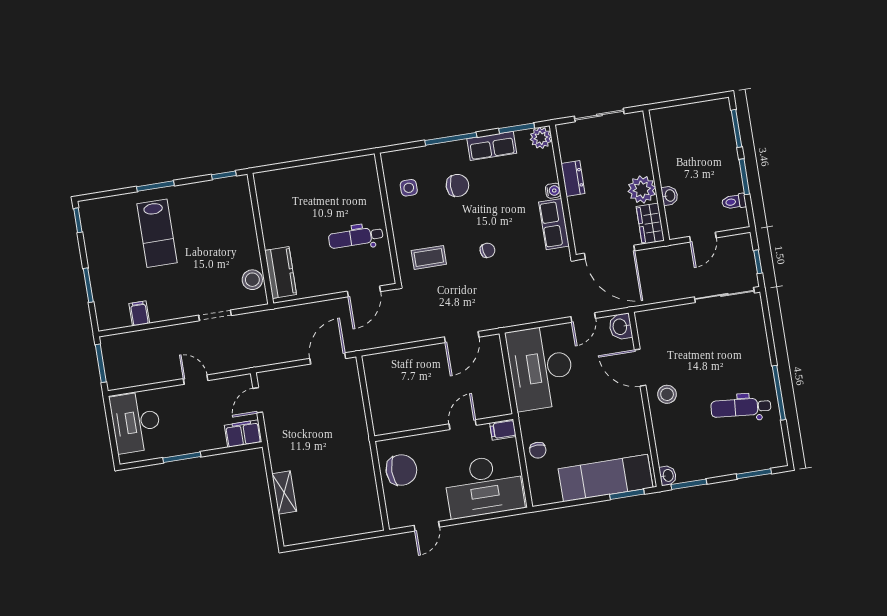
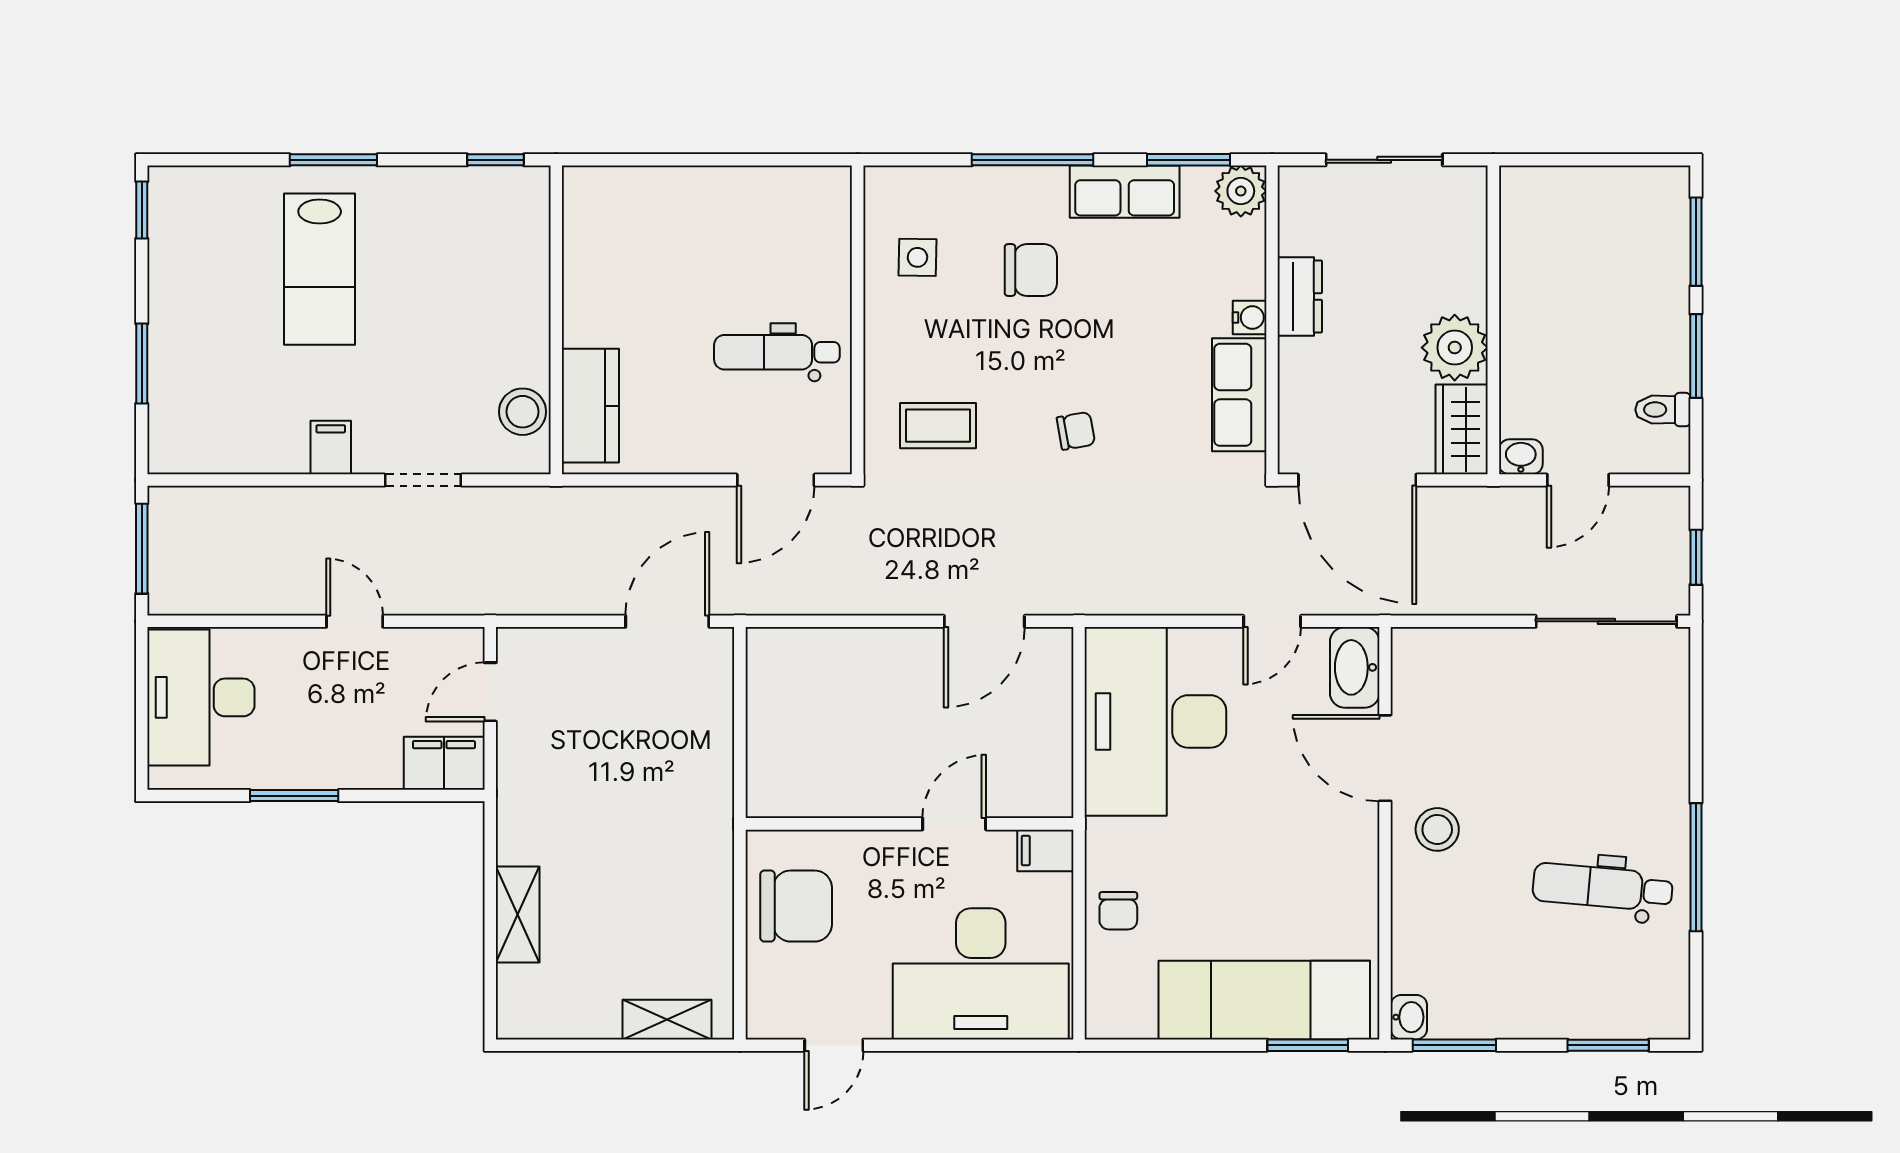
washbasin: (670, 196) -> (1521, 457), moved, turned -90
filing cabinet: (139, 313) -> (331, 448), moved
washbasin: (620, 327) -> (1355, 667), width x1.38
shelving: (355, 527) -> (667, 1020), added

